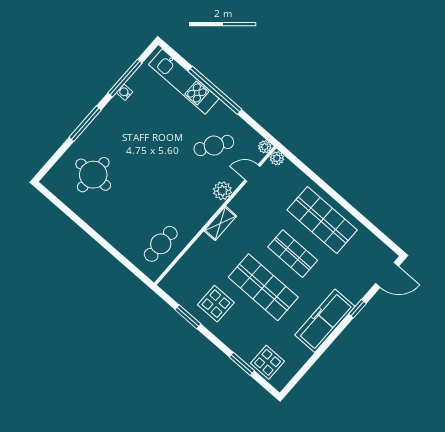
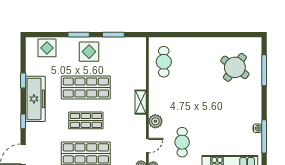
window: (85, 124) -> (264, 70), moved
cafe table: (214, 145) -> (182, 142), turned -34
round table: (93, 175) -> (235, 67), turned 36
display table: (216, 304) -> (89, 52), moved
window: (321, 350) -> (23, 80), added
window: (242, 364) -> (79, 35), moved

